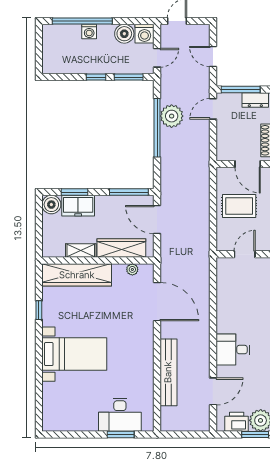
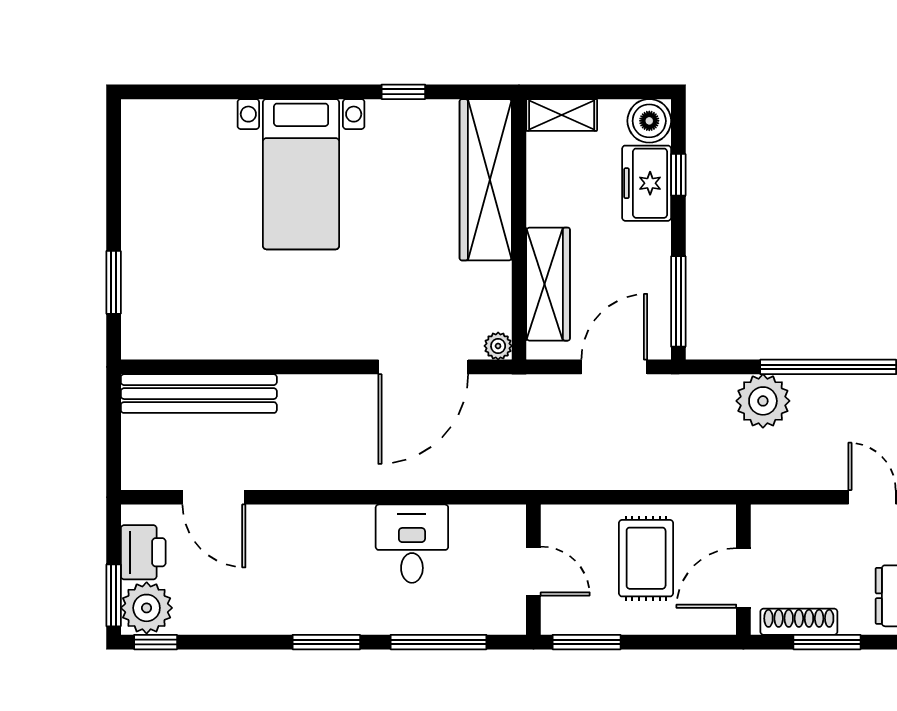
plant: (172, 116) -> (763, 401), moved
window: (75, 192) -> (678, 175), width x0.67
shelving: (81, 251) -> (562, 115), moved, turned 90
plant: (132, 269) -> (498, 346), moved
desk: (233, 350) -> (412, 544), moved
bench: (168, 372) -> (199, 394), moved
desk: (120, 415) -> (160, 281), removed

